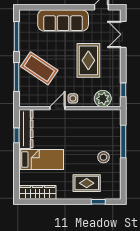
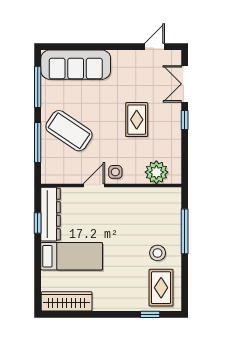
sofa: (63, 20) -> (76, 65), moved
rug: (88, 60) -> (137, 120), width x0.73, depth x0.70
window: (123, 90) -> (185, 120), moved
rug: (87, 183) -> (161, 288), moved, turned 90

